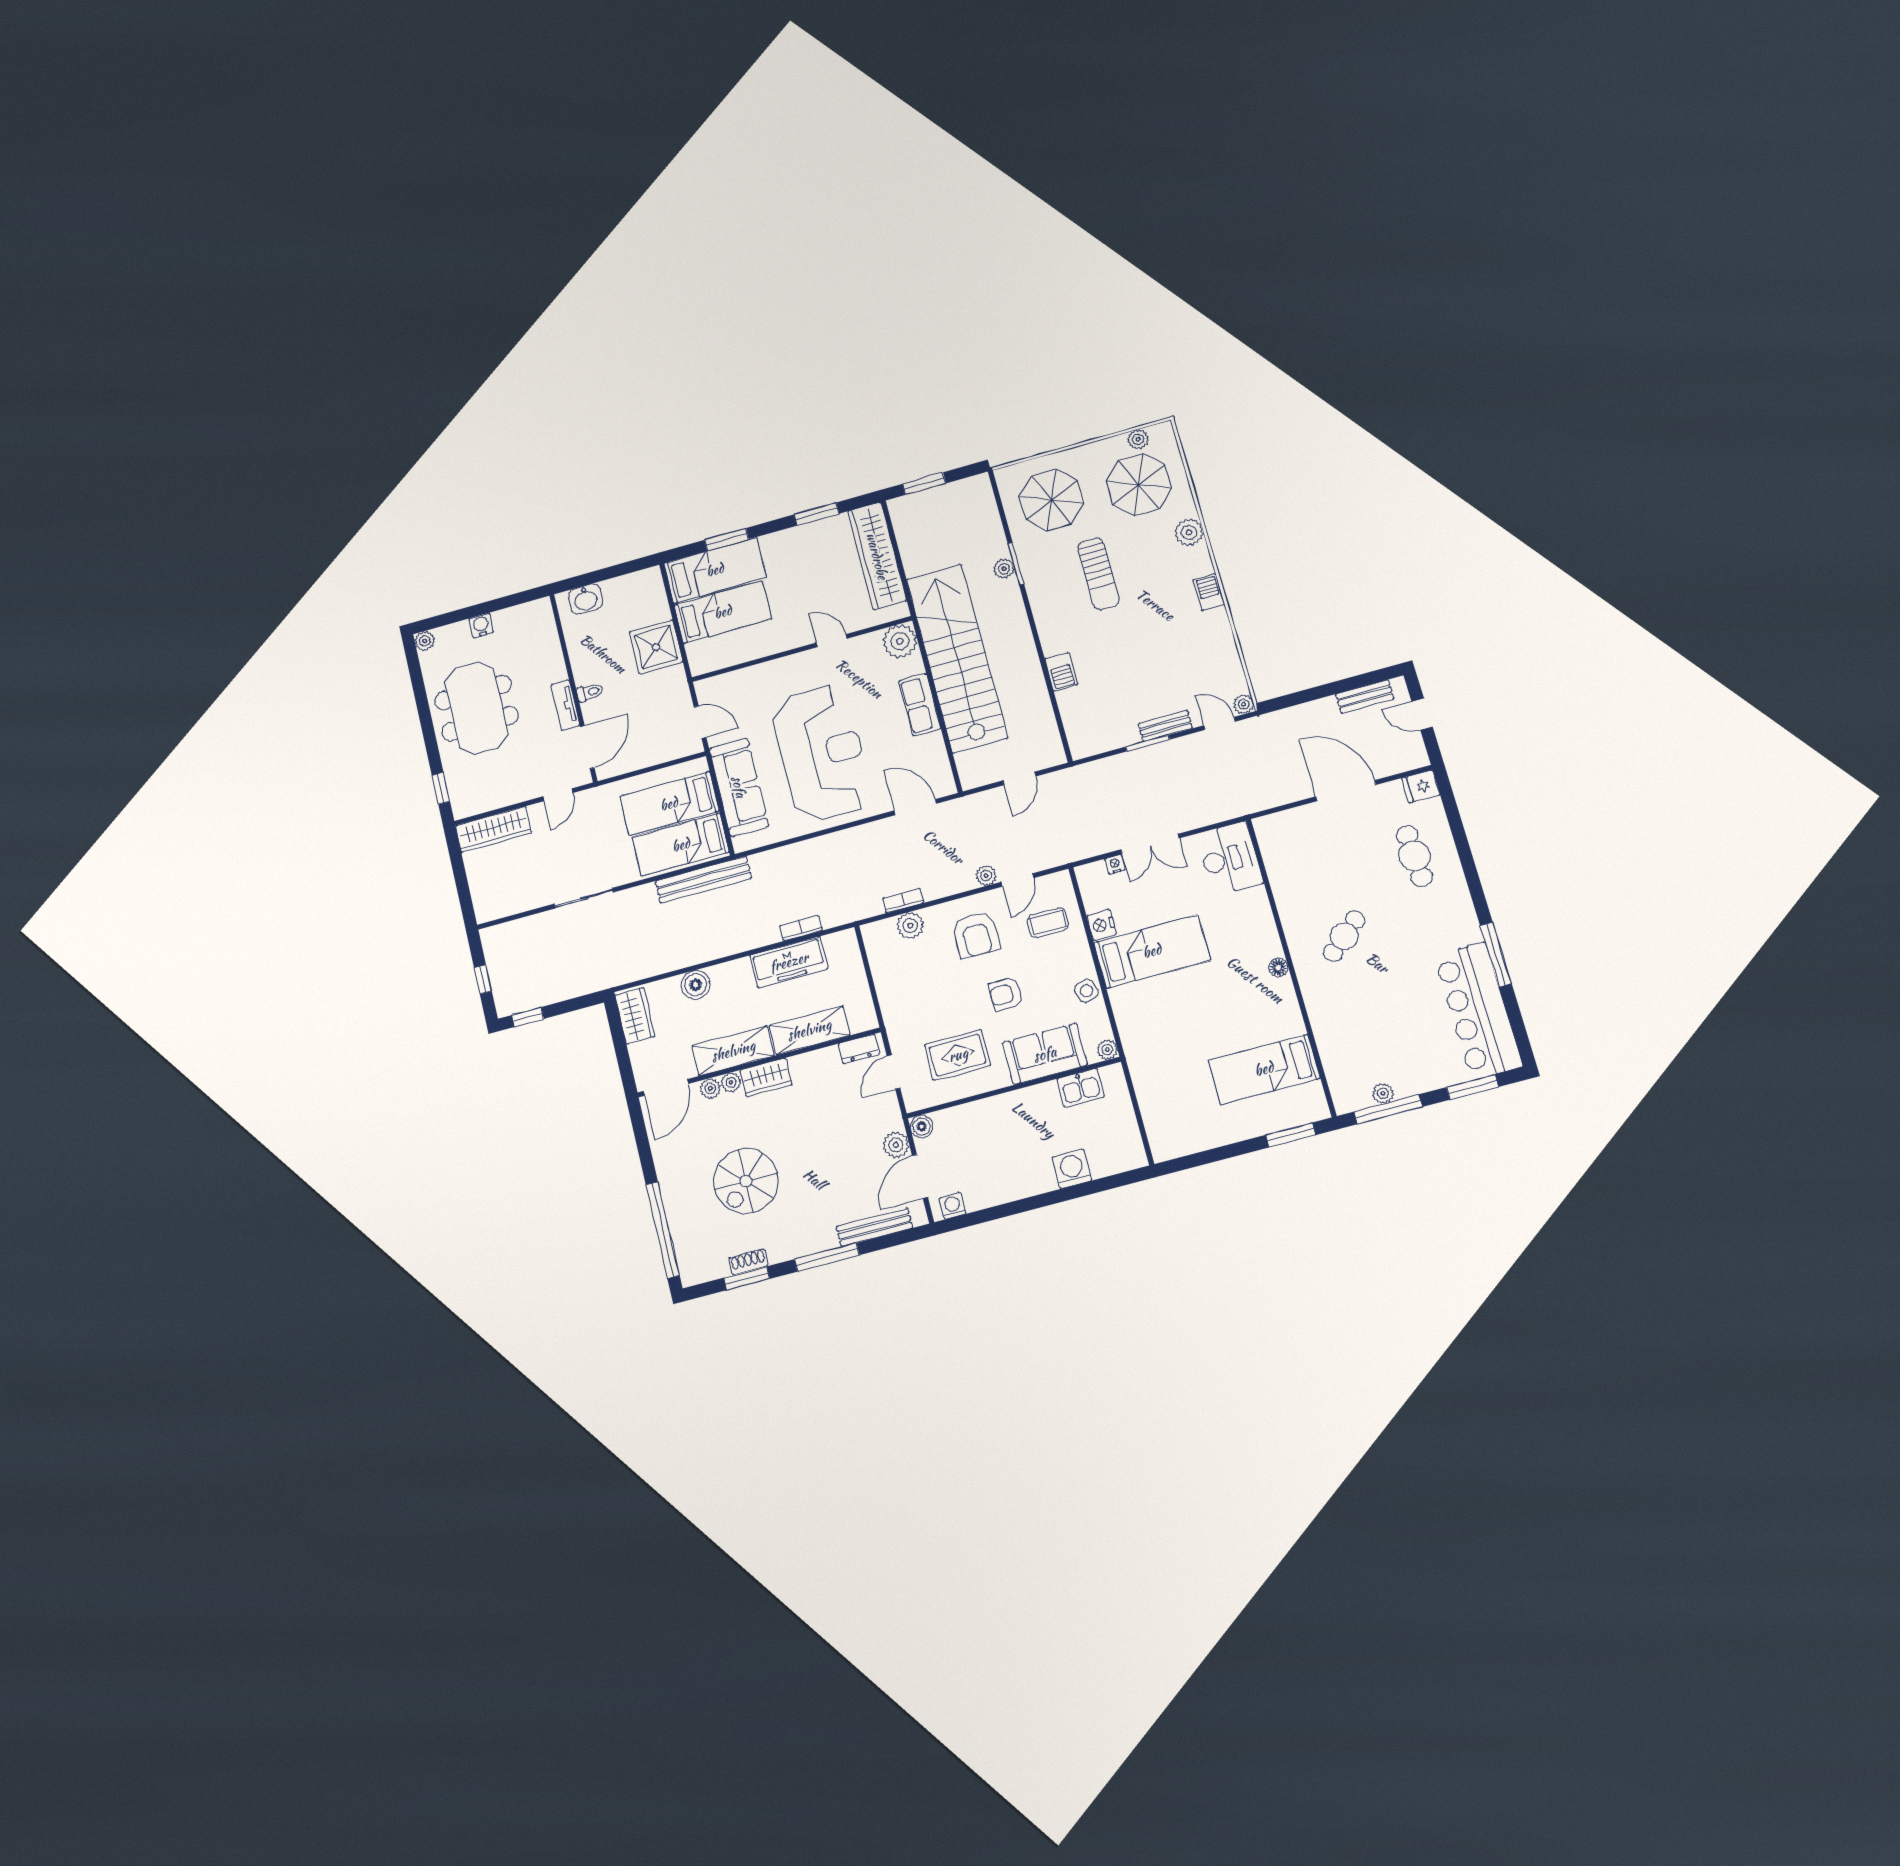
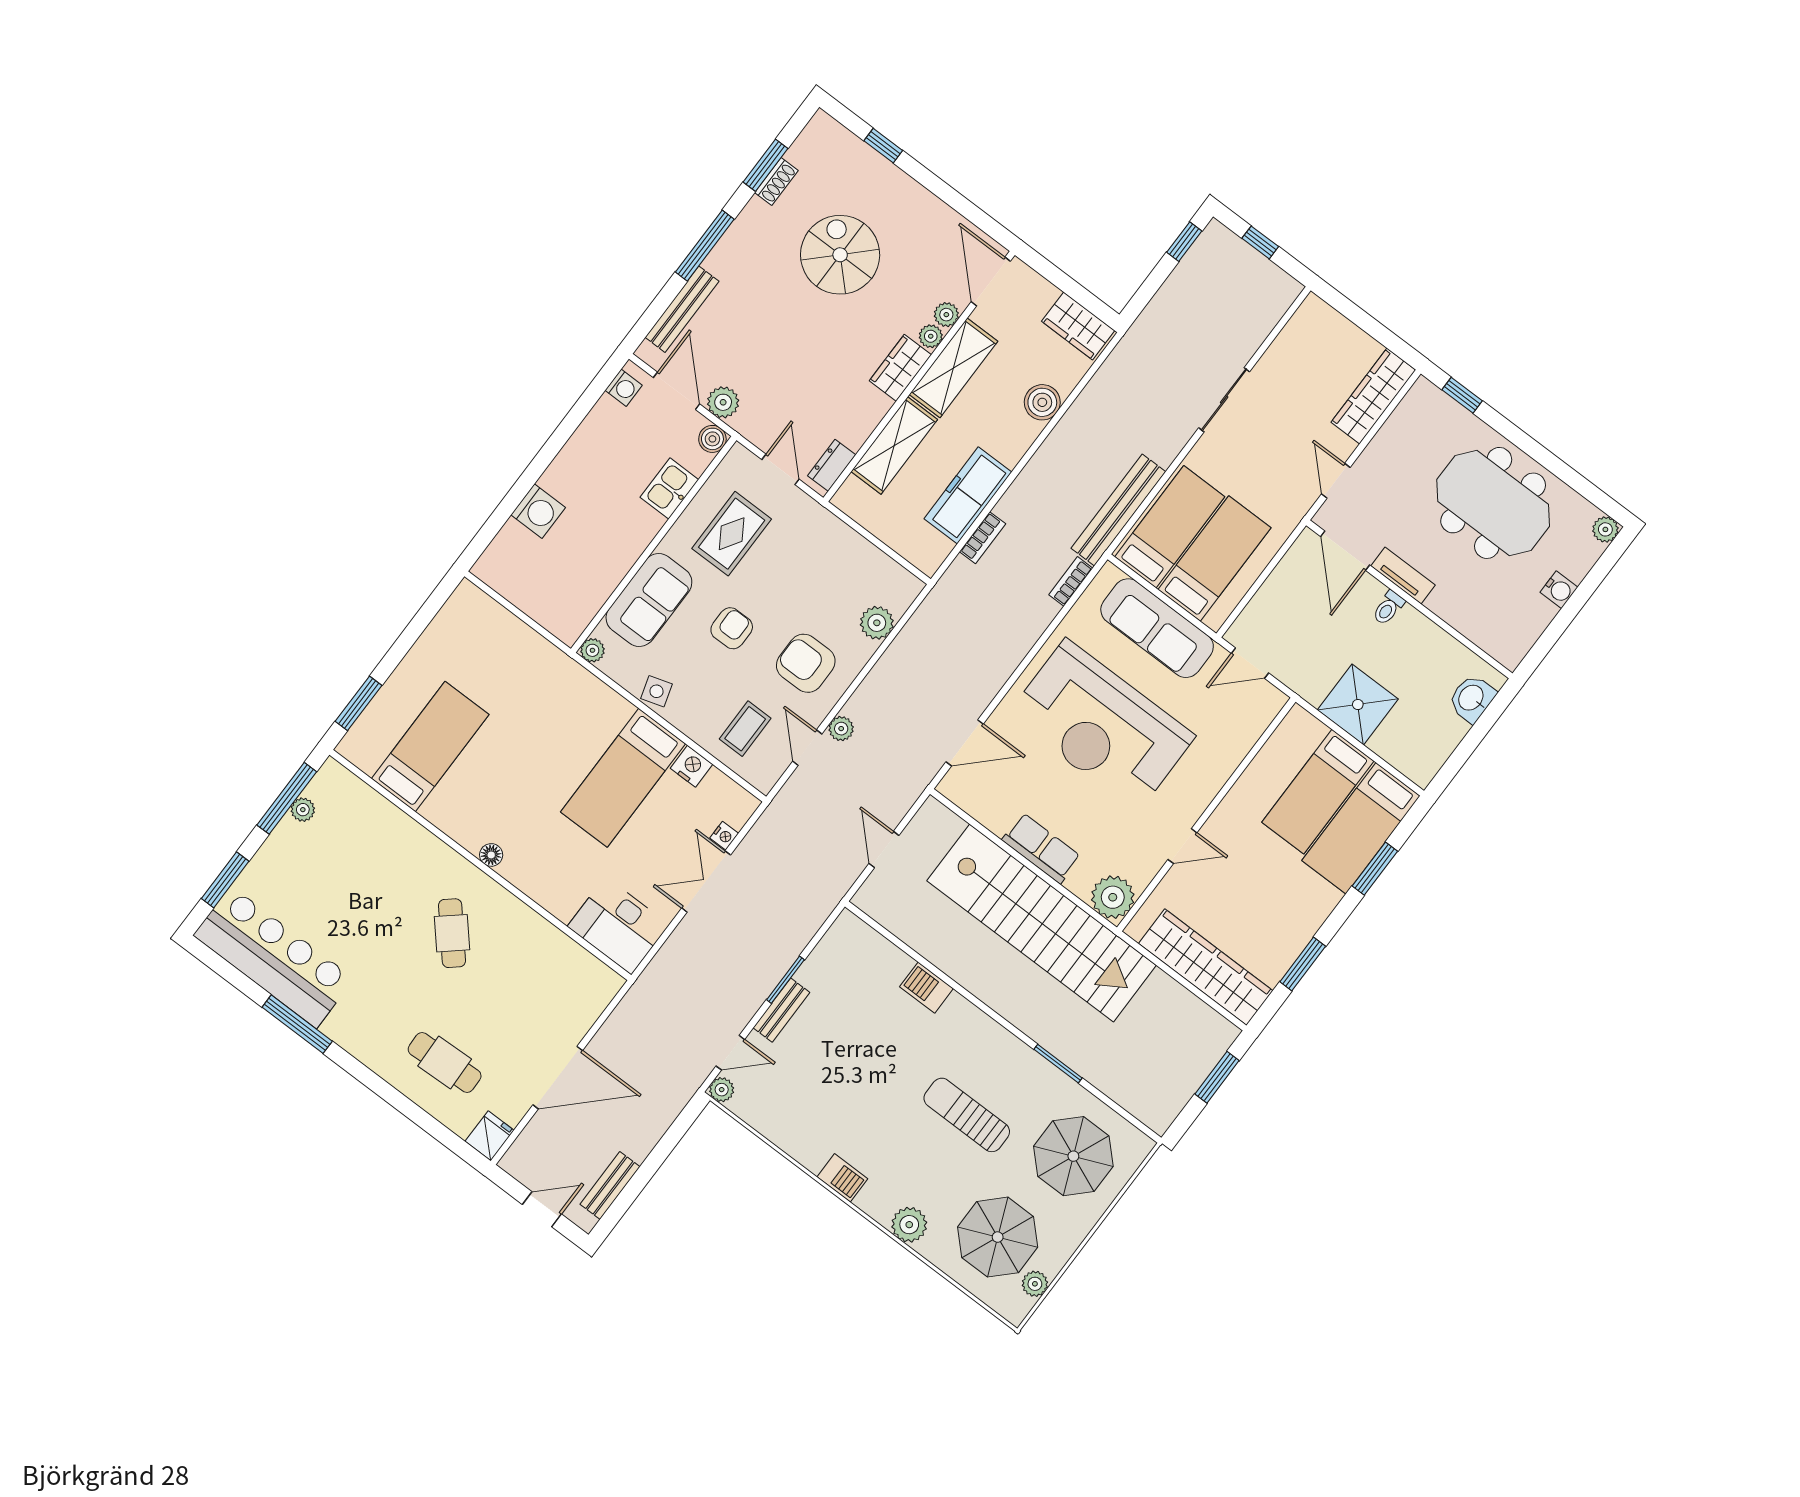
plant: (1004, 569) -> (1066, 1050), removed
bookcase: (903, 901) -> (1071, 581), moved, turned 180
kitchen sink: (1081, 1088) -> (669, 488), moved
window: (663, 1230) -> (883, 146), width x0.32

